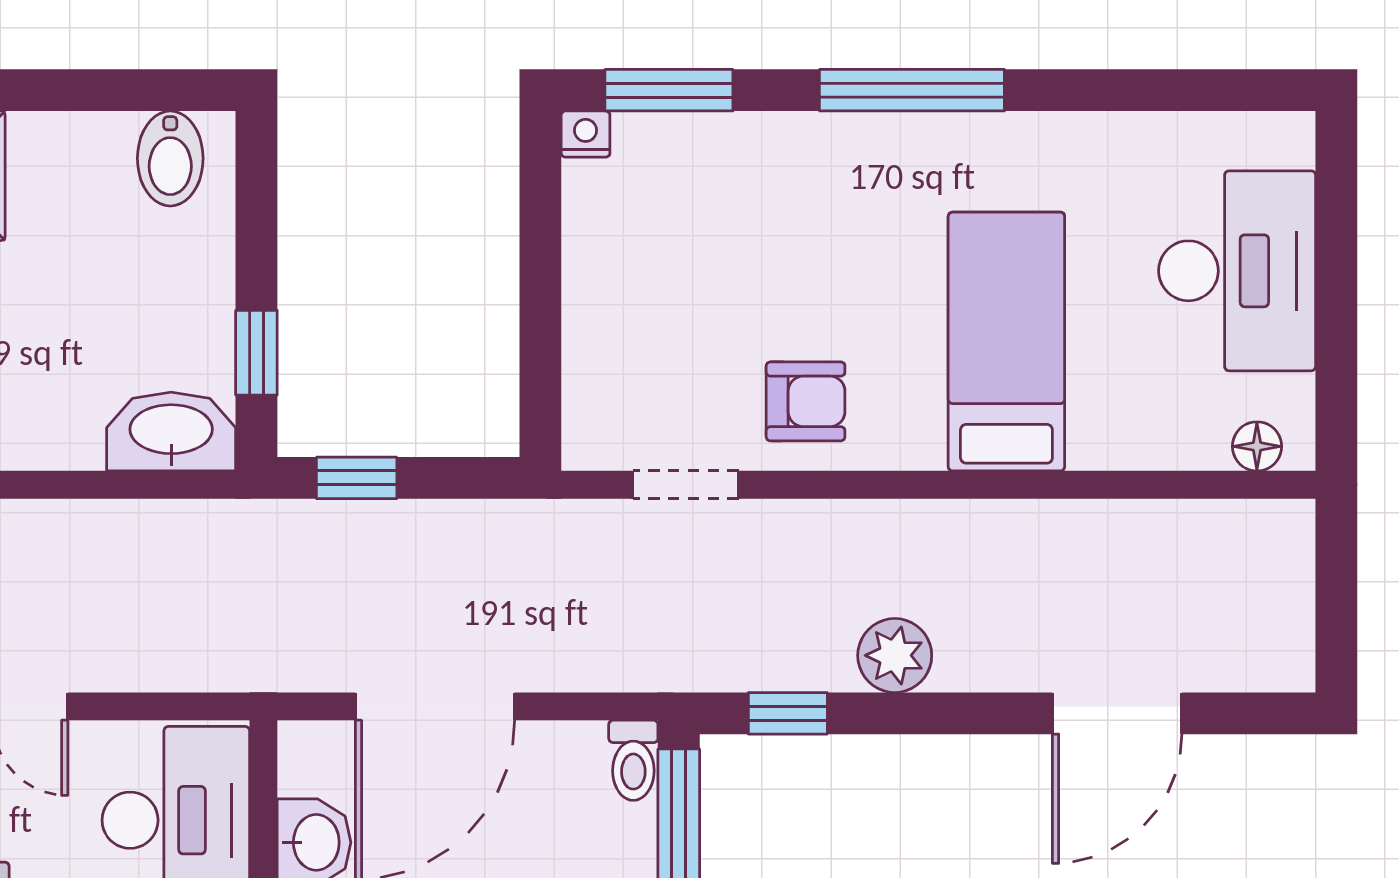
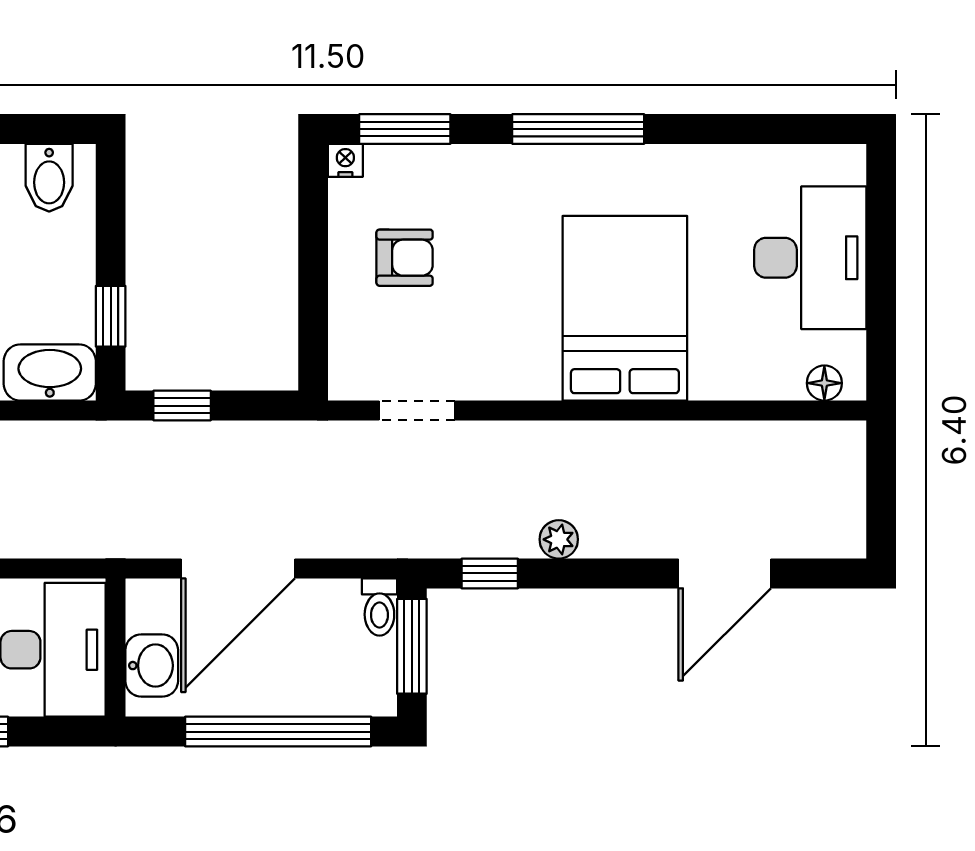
bed: (1006, 342) -> (625, 308), width x1.50
armchair: (806, 401) -> (405, 258), moved
plant: (895, 655) -> (559, 539), width x0.73, depth x0.73

